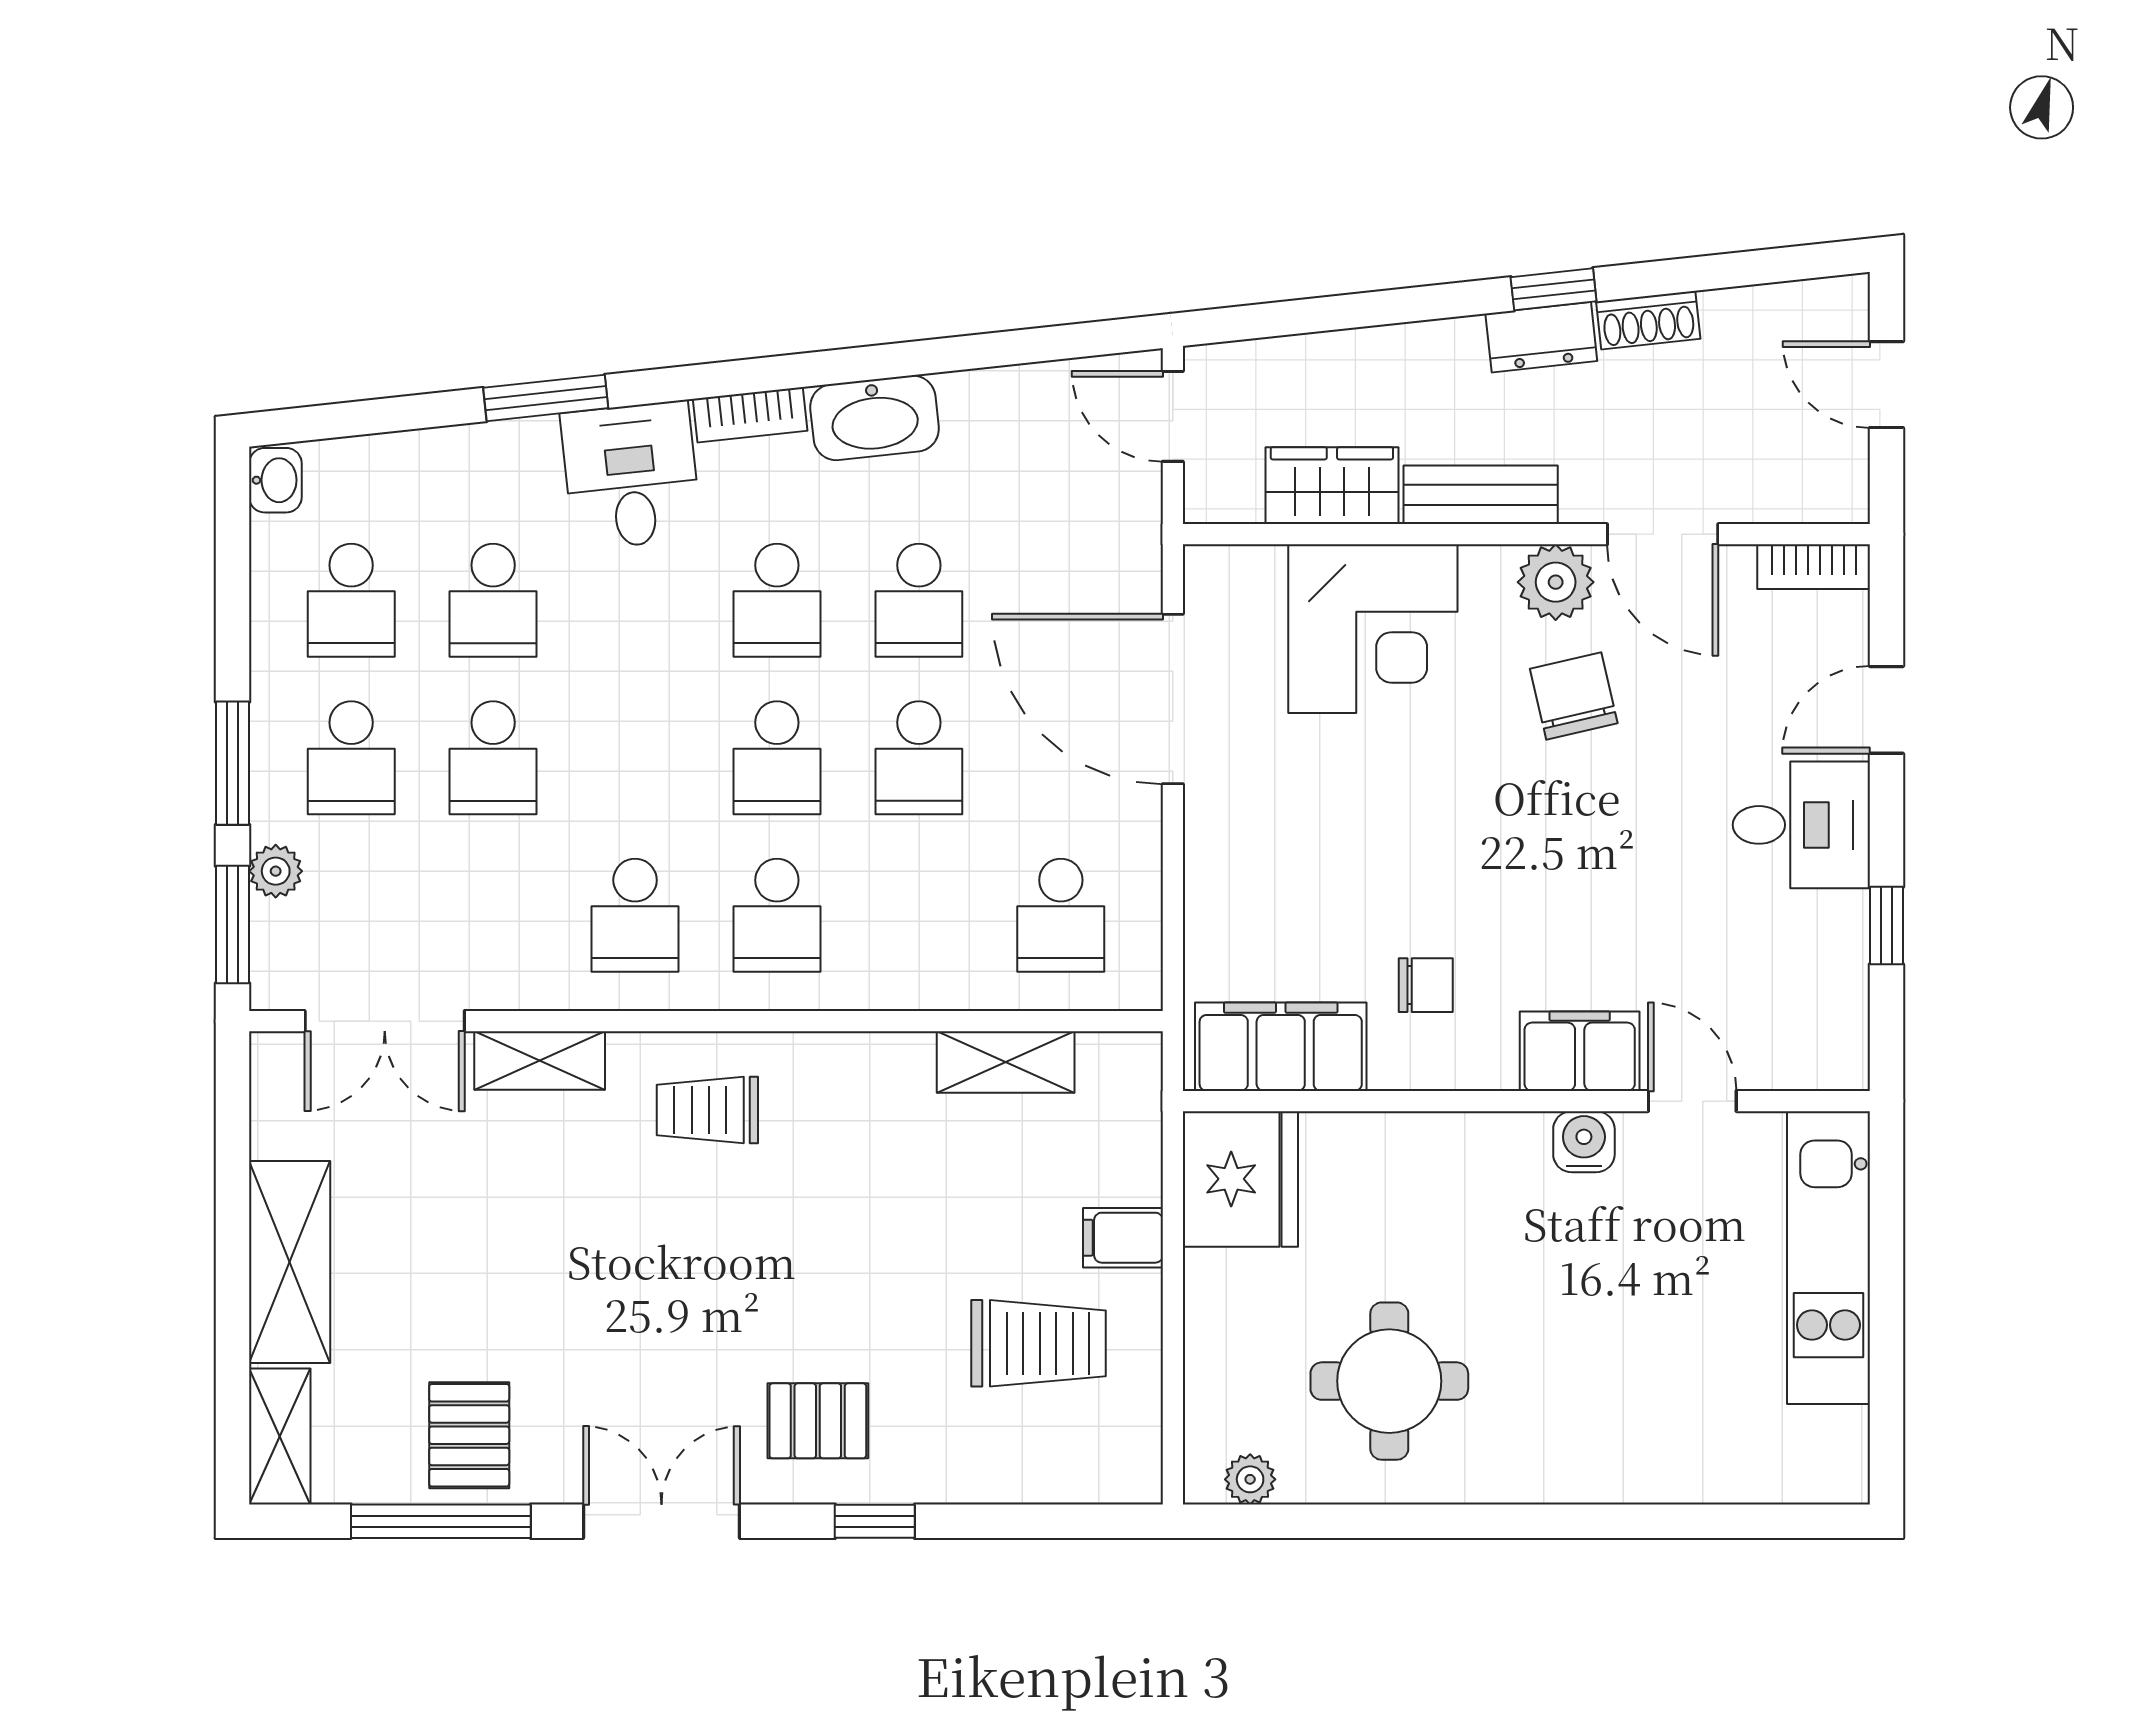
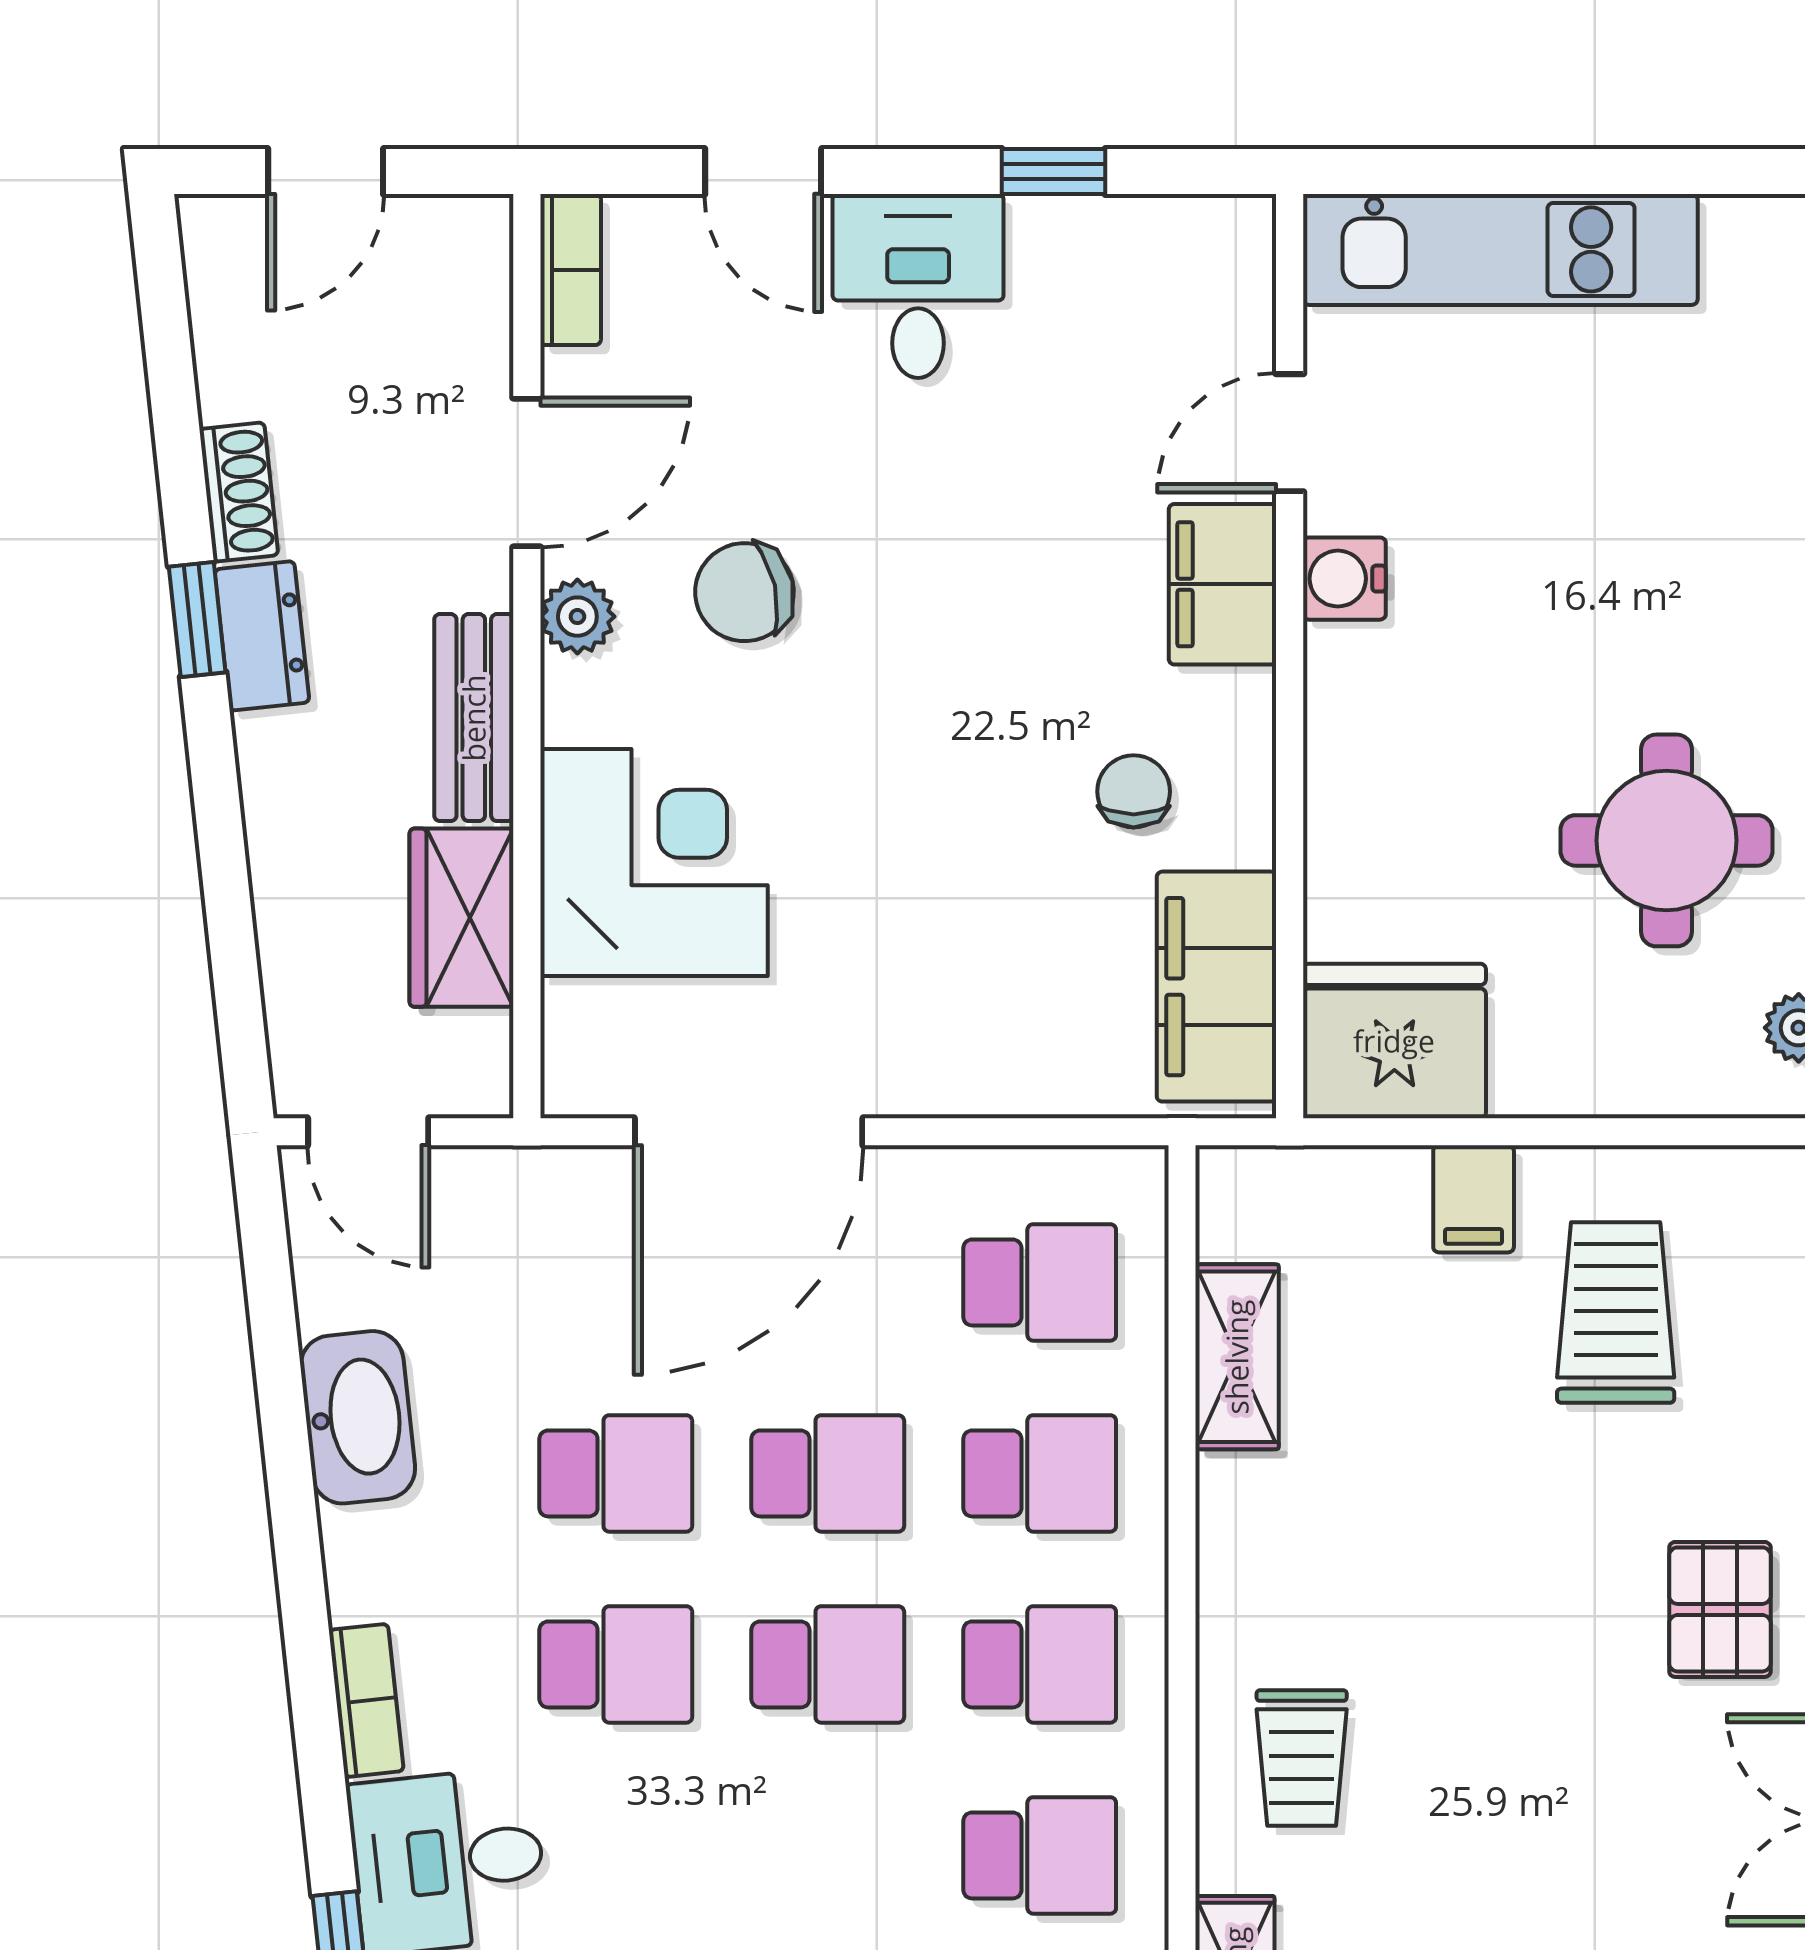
door: (1173, 416) -> (368, 1132), hinge flipped
washbasin: (875, 418) -> (358, 1417), moved
plant: (1556, 582) -> (577, 617), width x0.73, depth x0.73
school desk: (919, 915) -> (1040, 1473), added

